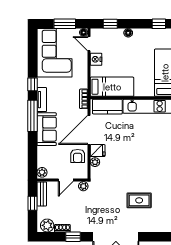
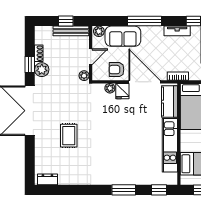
window: (32, 116) -> (145, 21), moved
sofa: (47, 129) -> (123, 36), moved
door: (66, 180) -> (91, 57), swing flipped
bench: (42, 194) -> (71, 31), width x1.36
plant: (47, 225) -> (42, 70), moved

